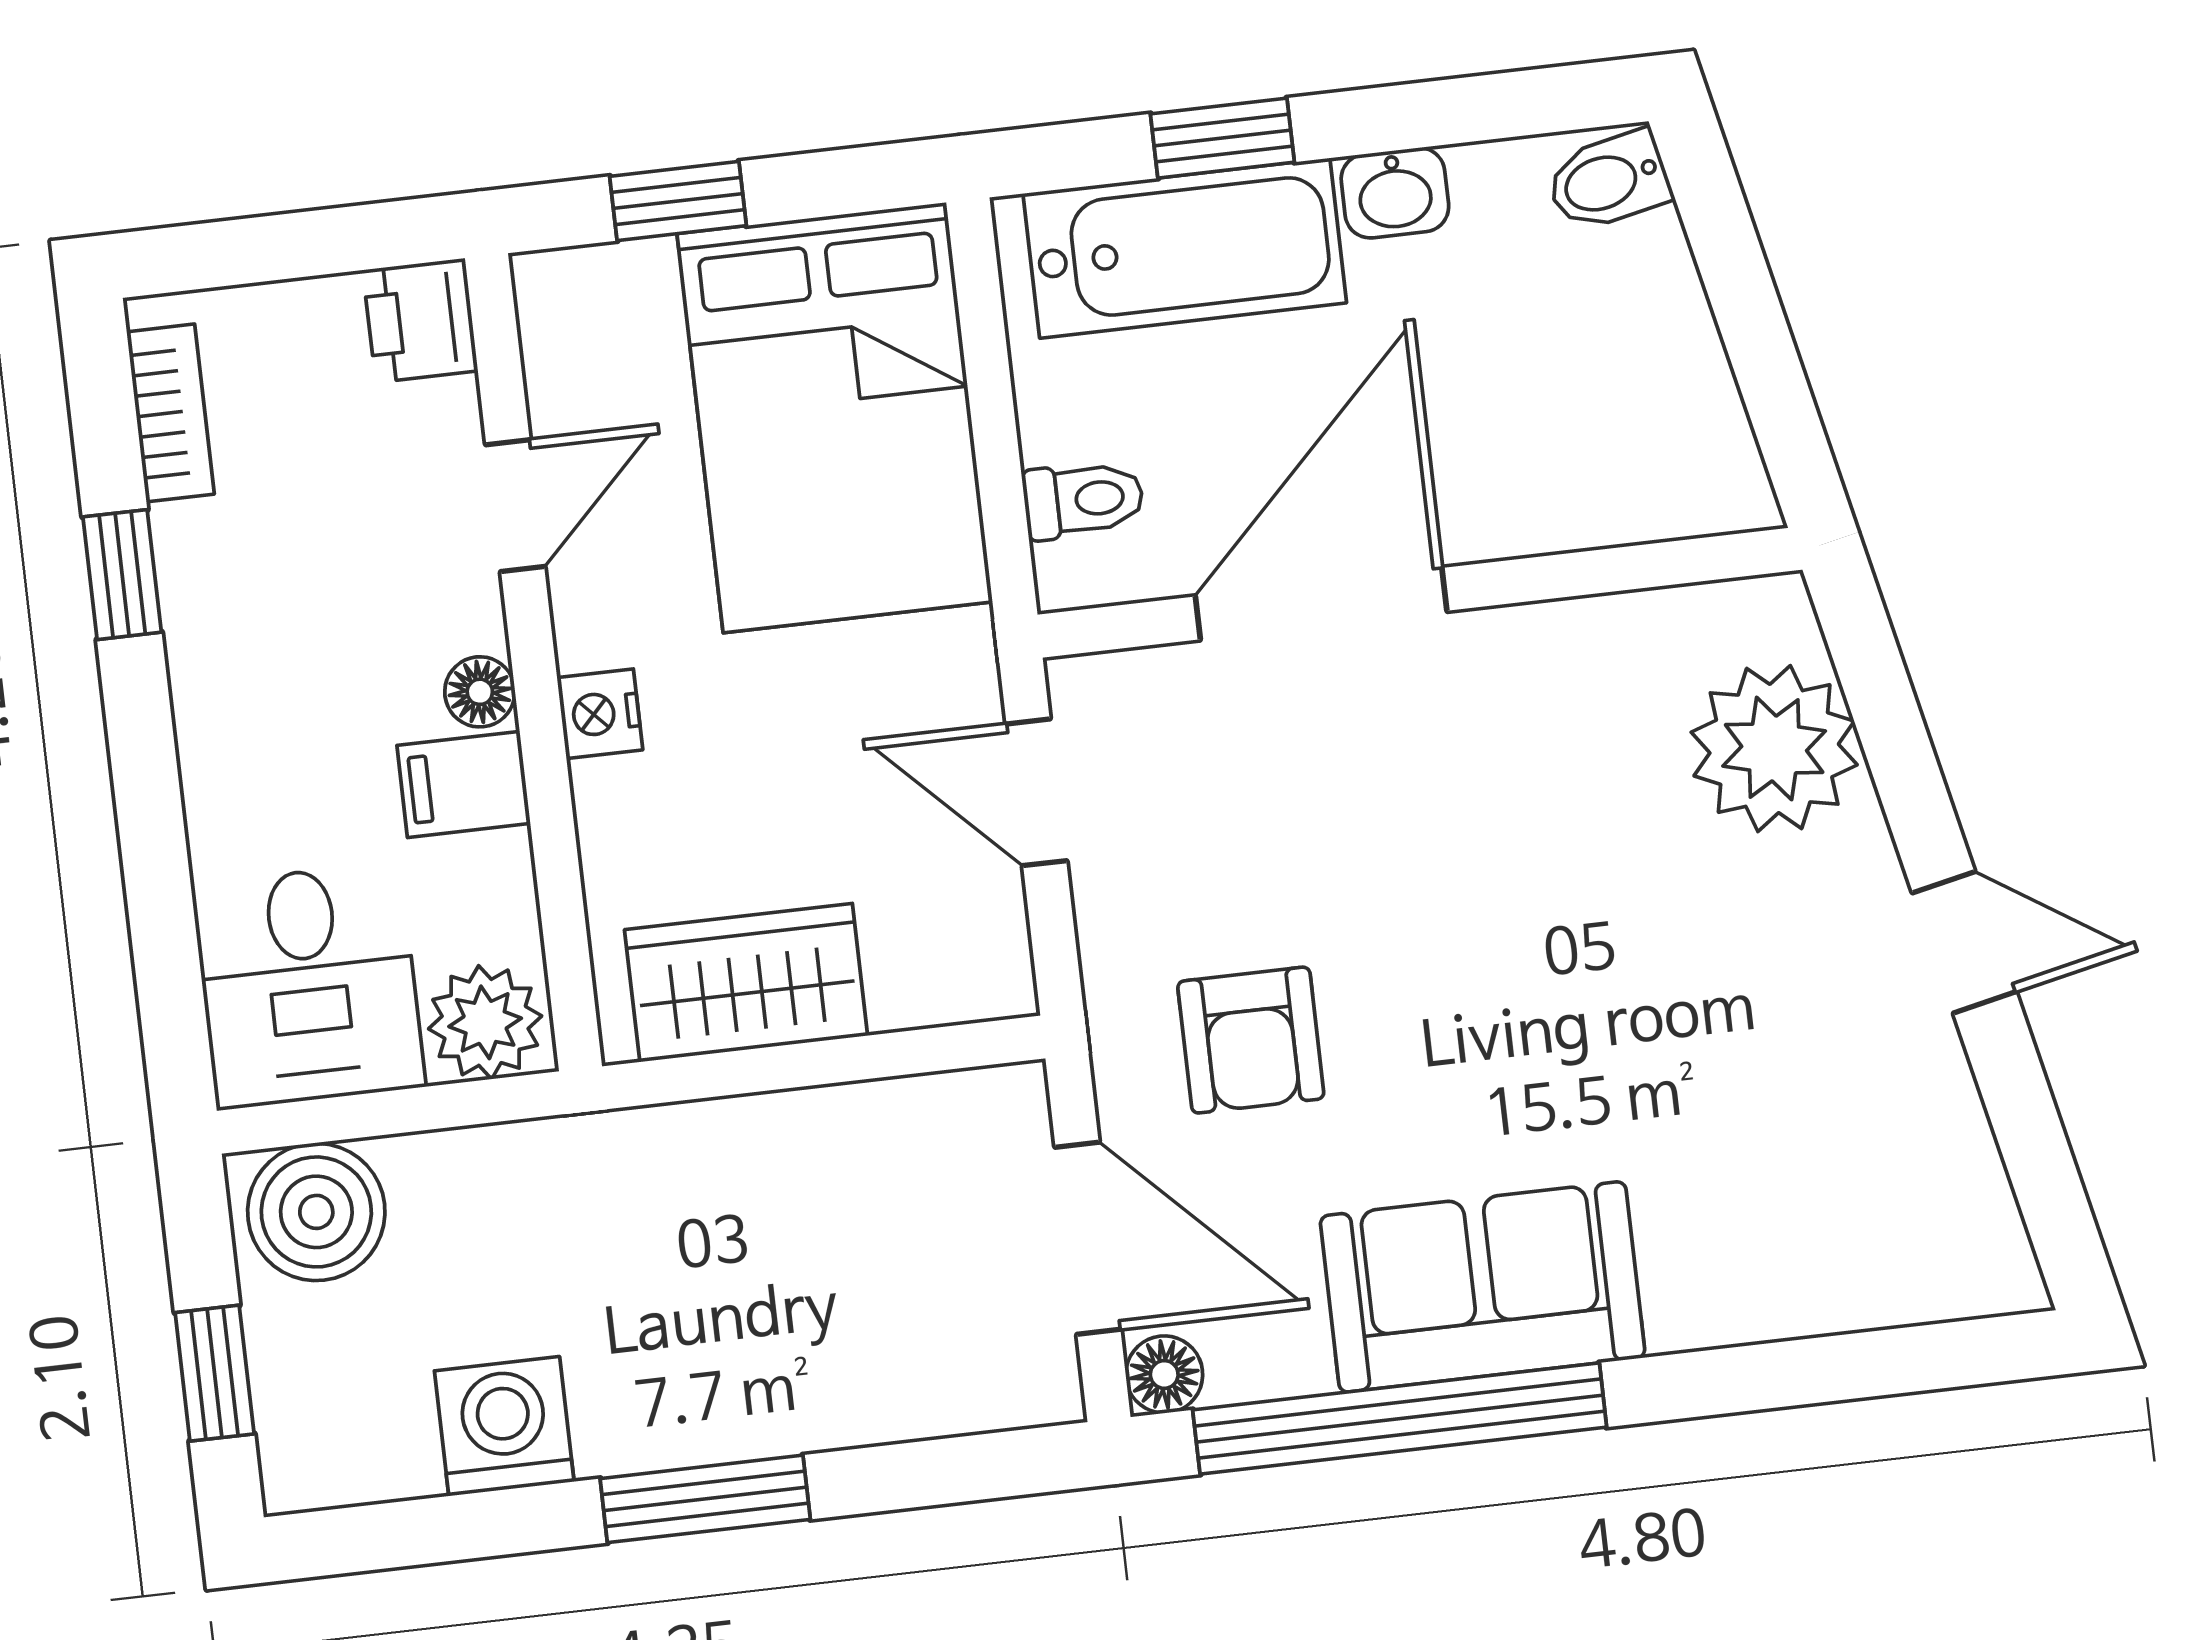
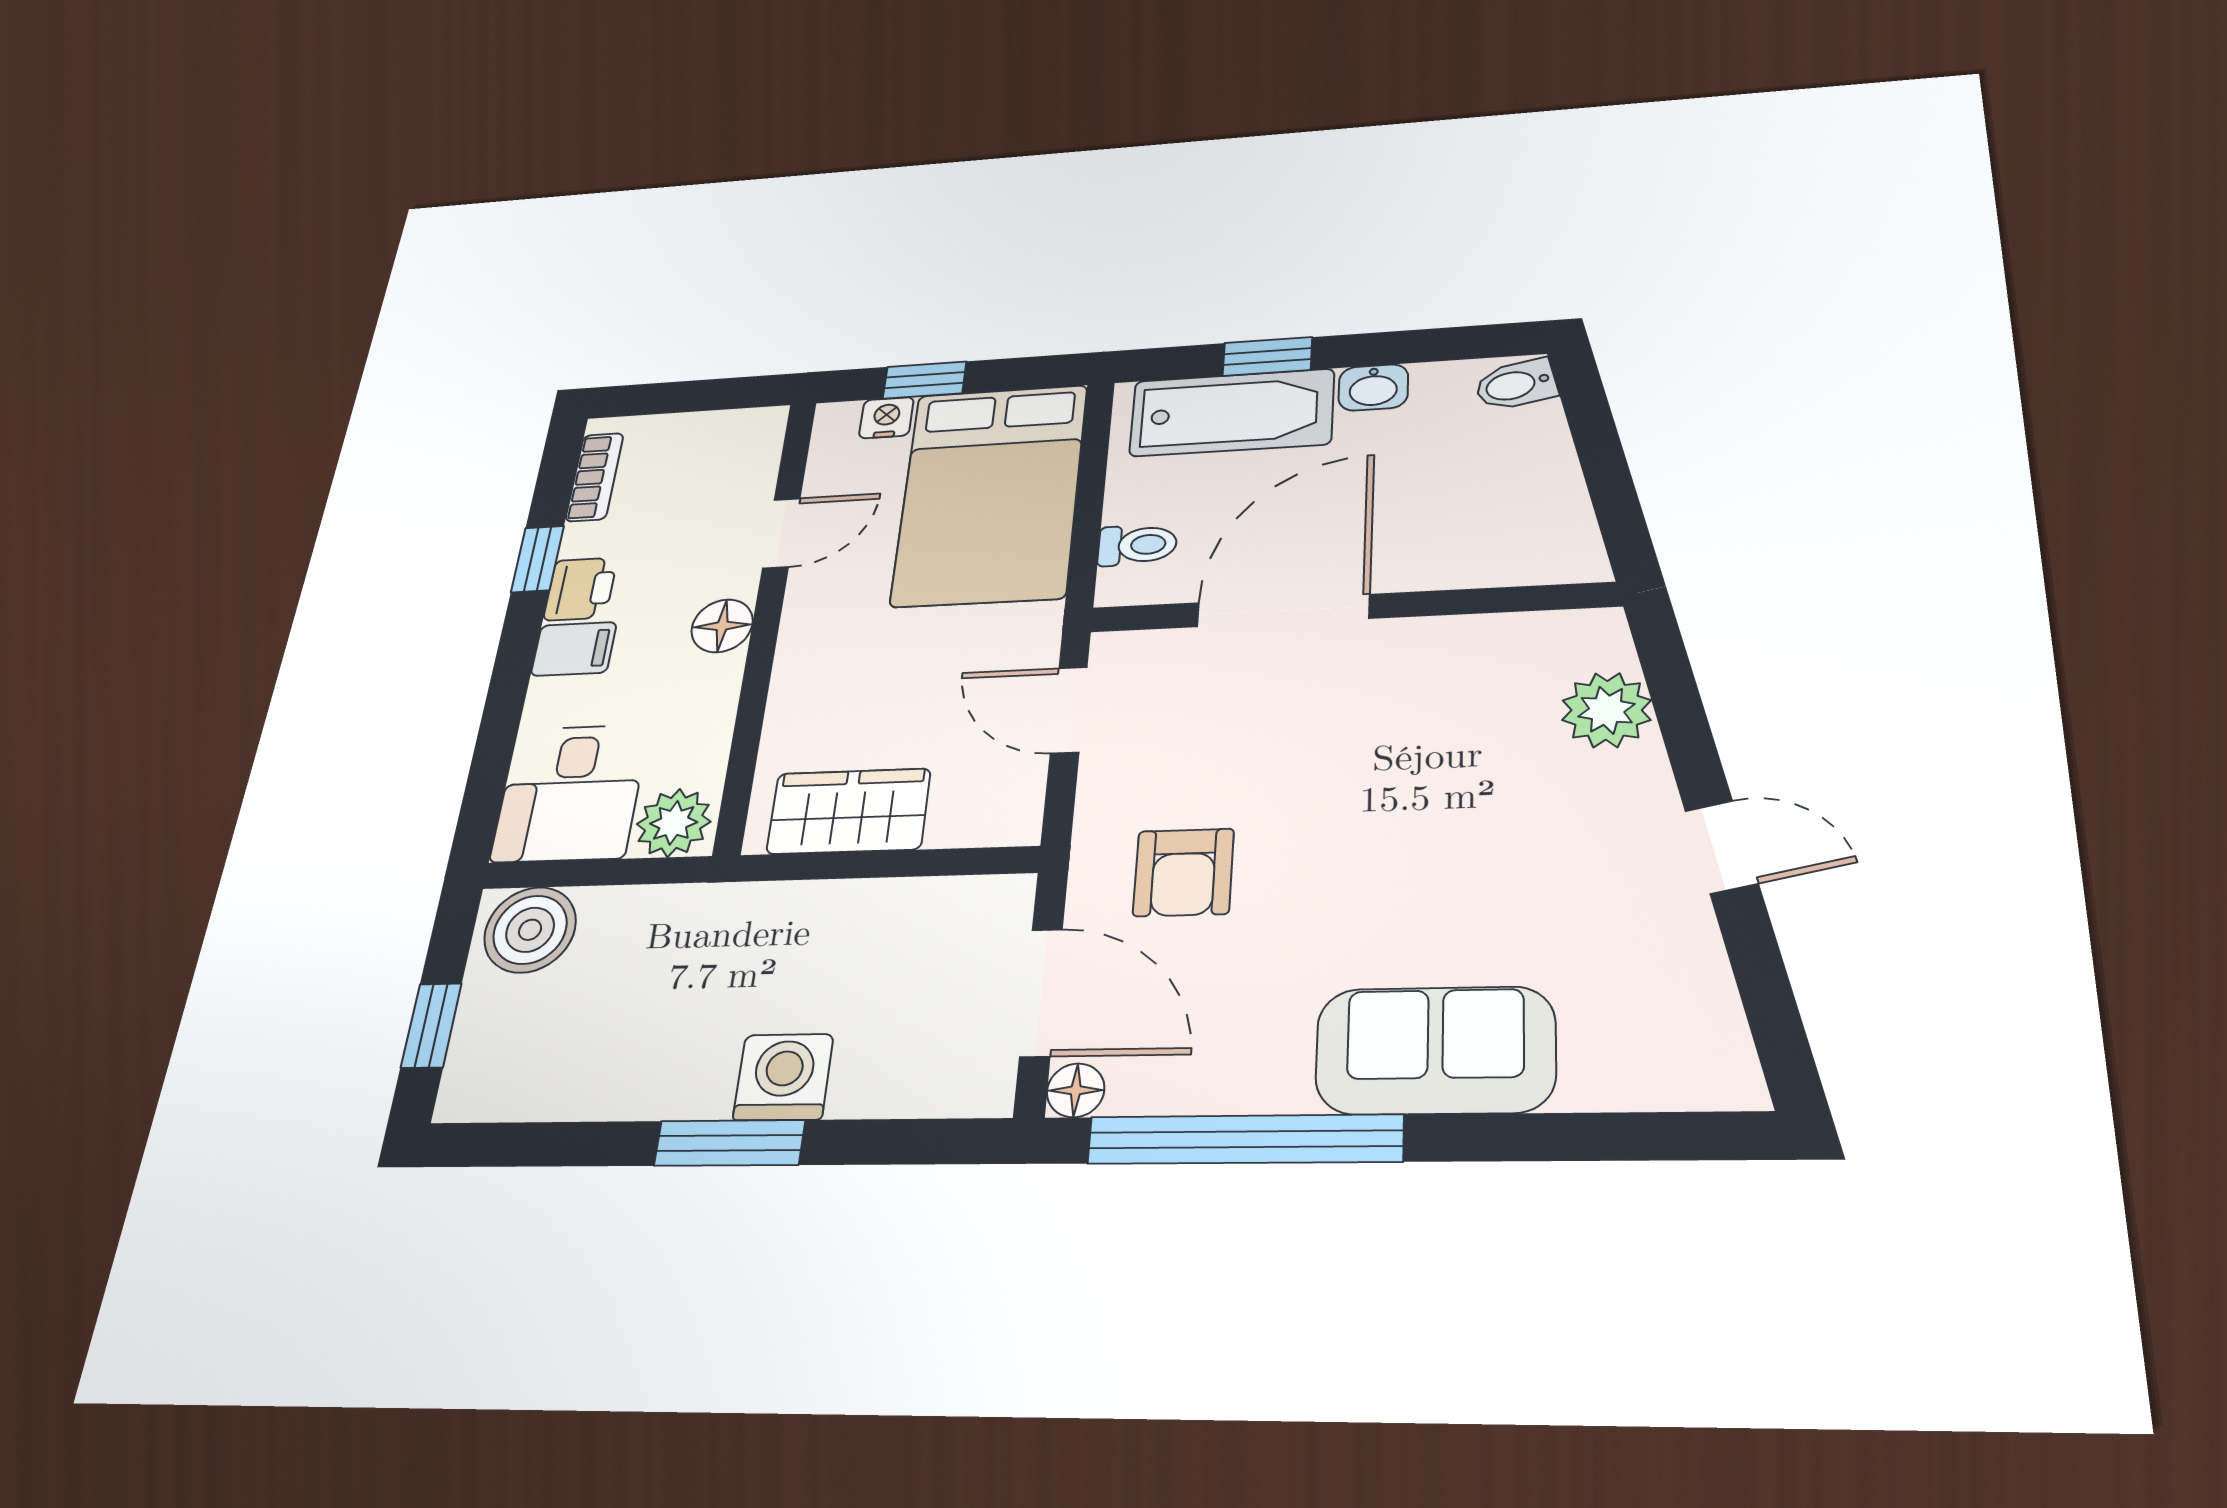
printer: (420, 320) -> (580, 589), moved, turned 180
floor lamp: (480, 692) -> (722, 626), width x1.37, depth x1.37
nightstand: (600, 714) -> (886, 418), moved, turned 90
plant: (1774, 749) -> (1607, 710), width x0.73, depth x0.73
filing cabinet: (464, 784) -> (574, 649), moved, turned 180
sofa: (1483, 1287) -> (1435, 1050), moved
washing machine: (504, 1426) -> (783, 1077), moved

